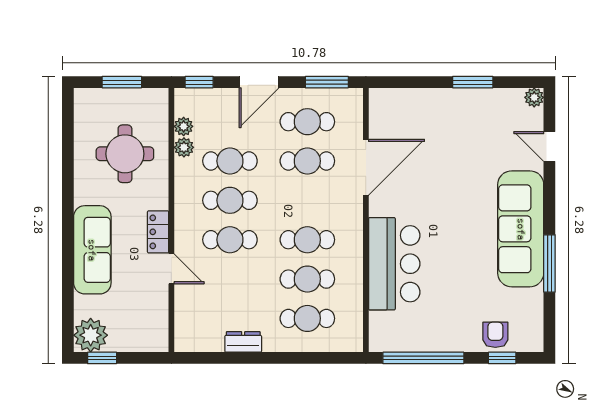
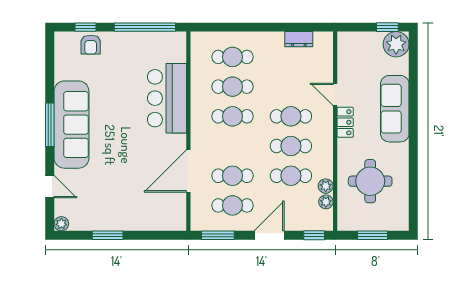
window: (549, 263) -> (50, 125), moved
dresser: (243, 342) -> (299, 39), moved

